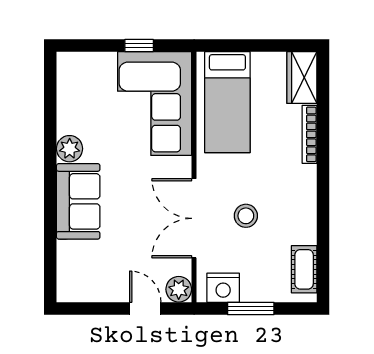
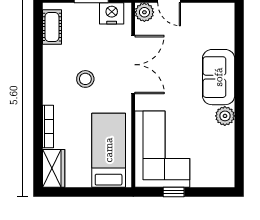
stool: (246, 216) -> (85, 79), moved

